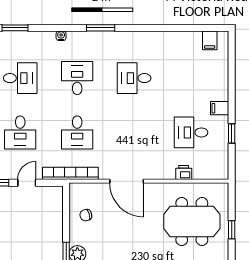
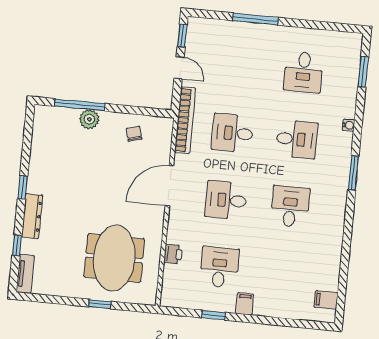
desk: (20, 132) -> (226, 200), moved

